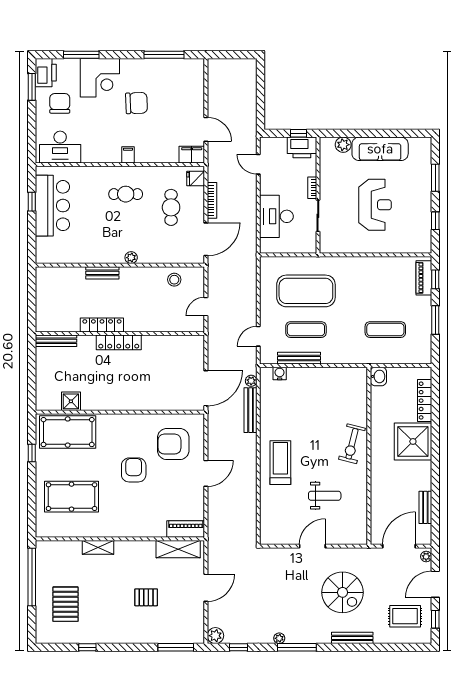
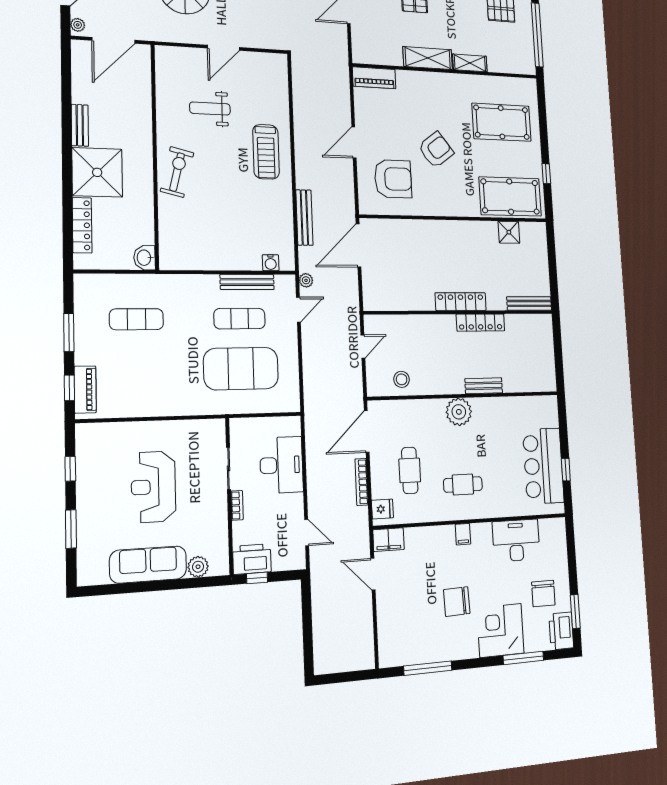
desk: (60, 147) -> (516, 540), moved
plant: (131, 258) -> (459, 412), width x1.88, depth x1.88
plant: (251, 381) -> (306, 280), moved
armchair: (134, 470) -> (436, 150), turned -127
bench: (425, 507) -> (80, 125), moved
shelving: (178, 549) -> (428, 58), moved

